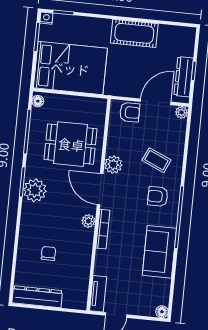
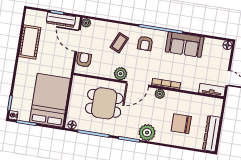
cot: (134, 33) -> (30, 42), moved
dining table: (71, 144) -> (104, 103), turned 90
plant: (35, 190) -> (147, 133), moved
chair: (48, 253) -> (181, 124), width x1.87, depth x1.87

